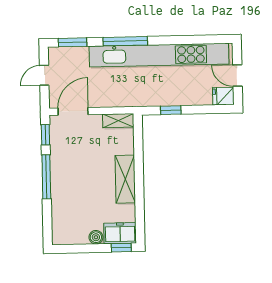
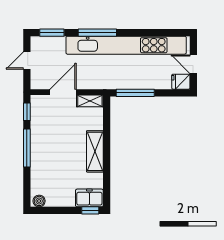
window: (171, 110) -> (135, 93), width x2.17
door: (73, 111) -> (63, 92), moved
boiler: (96, 237) -> (39, 201), moved

